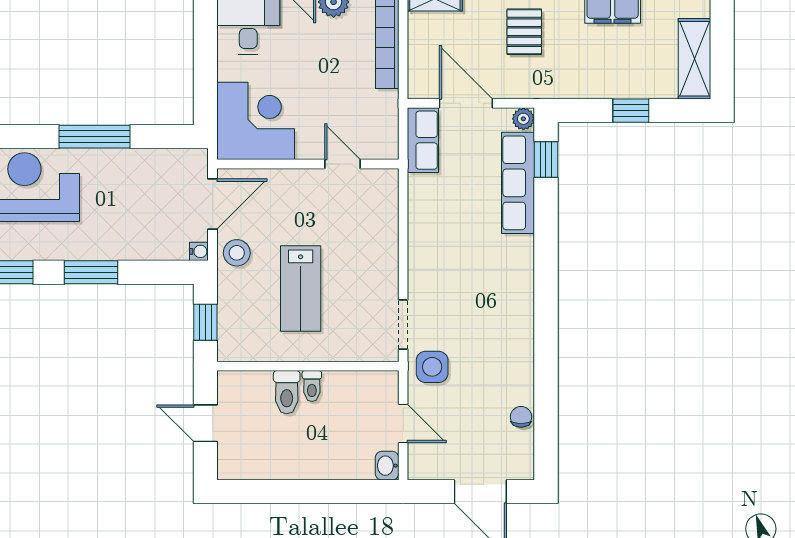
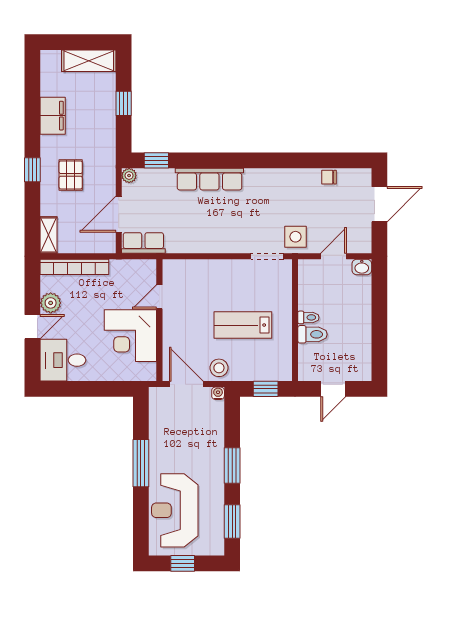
pallet: (524, 32) -> (71, 175), turned 90
corner desk: (256, 121) -> (130, 336), moved, turned -90
row of seats: (518, 183) -> (209, 179), moved
lab bench: (301, 288) -> (243, 325), turned 180

